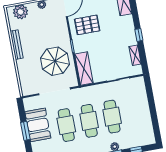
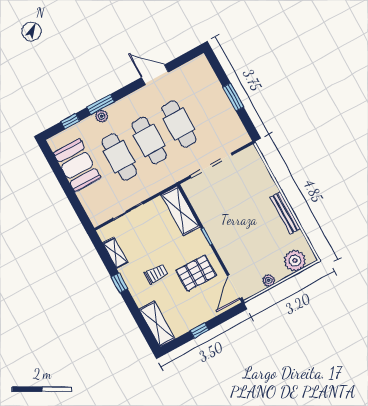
trolley: (113, 33) -> (156, 274), added
parasol: (55, 61) -> (224, 208), removed
booth: (38, 125) -> (77, 165), moved

